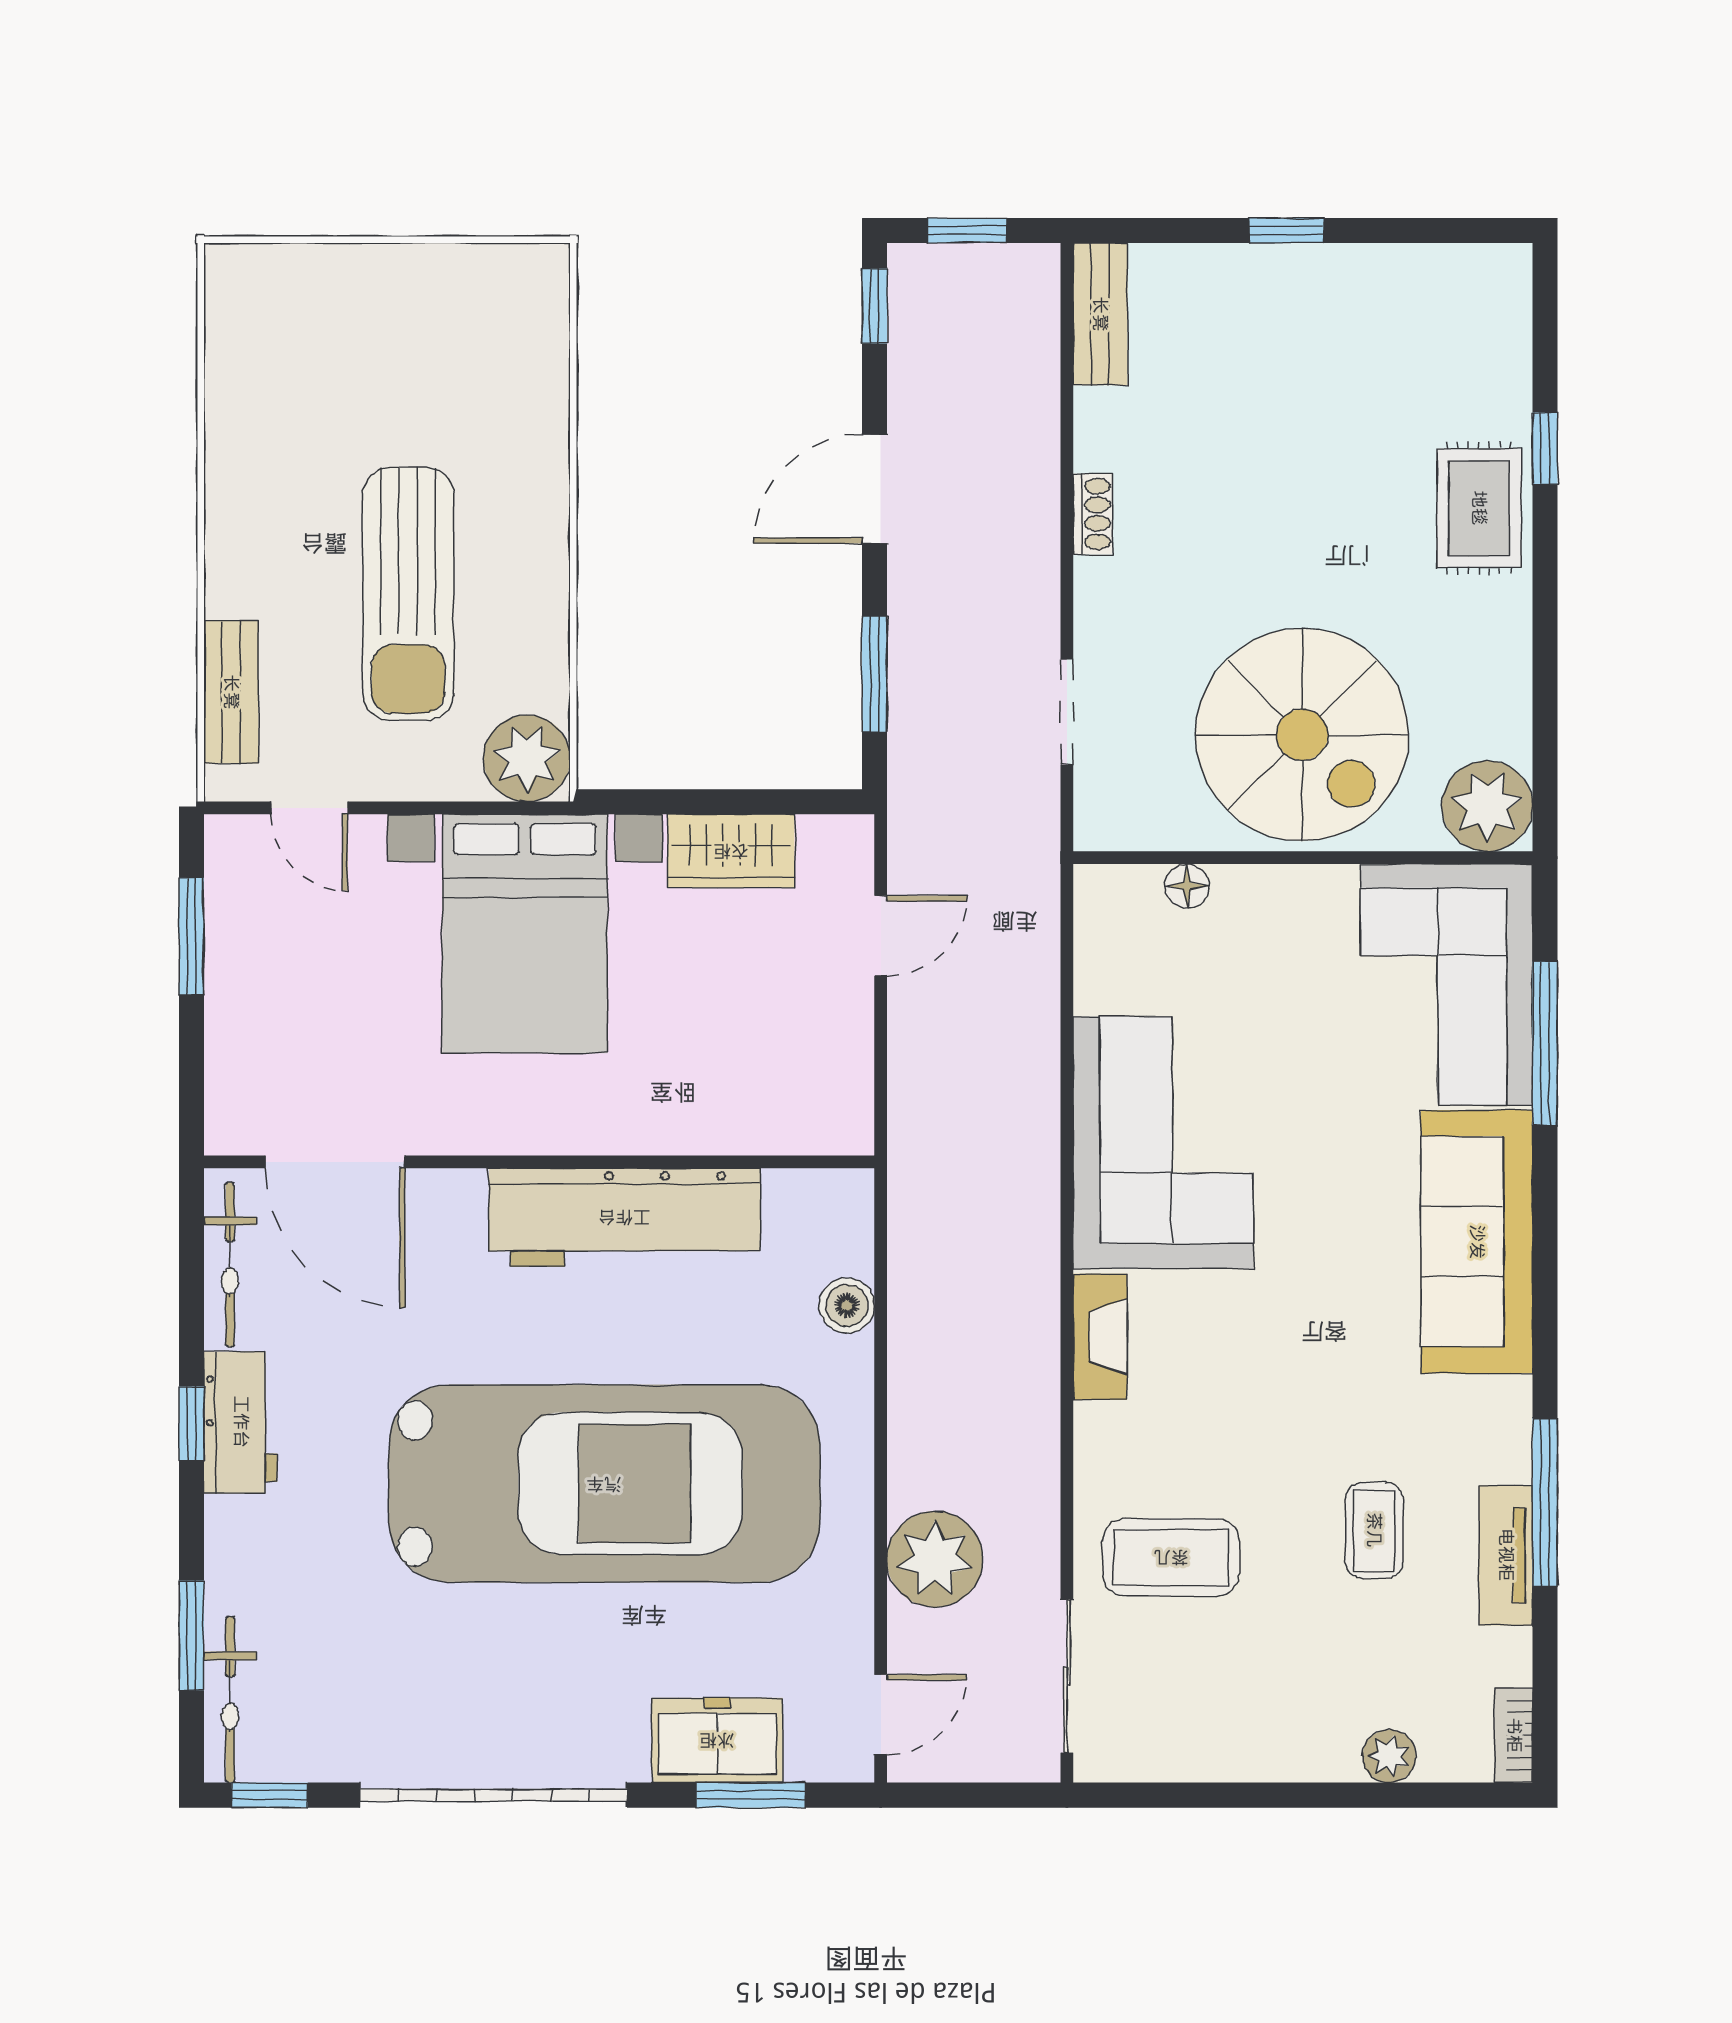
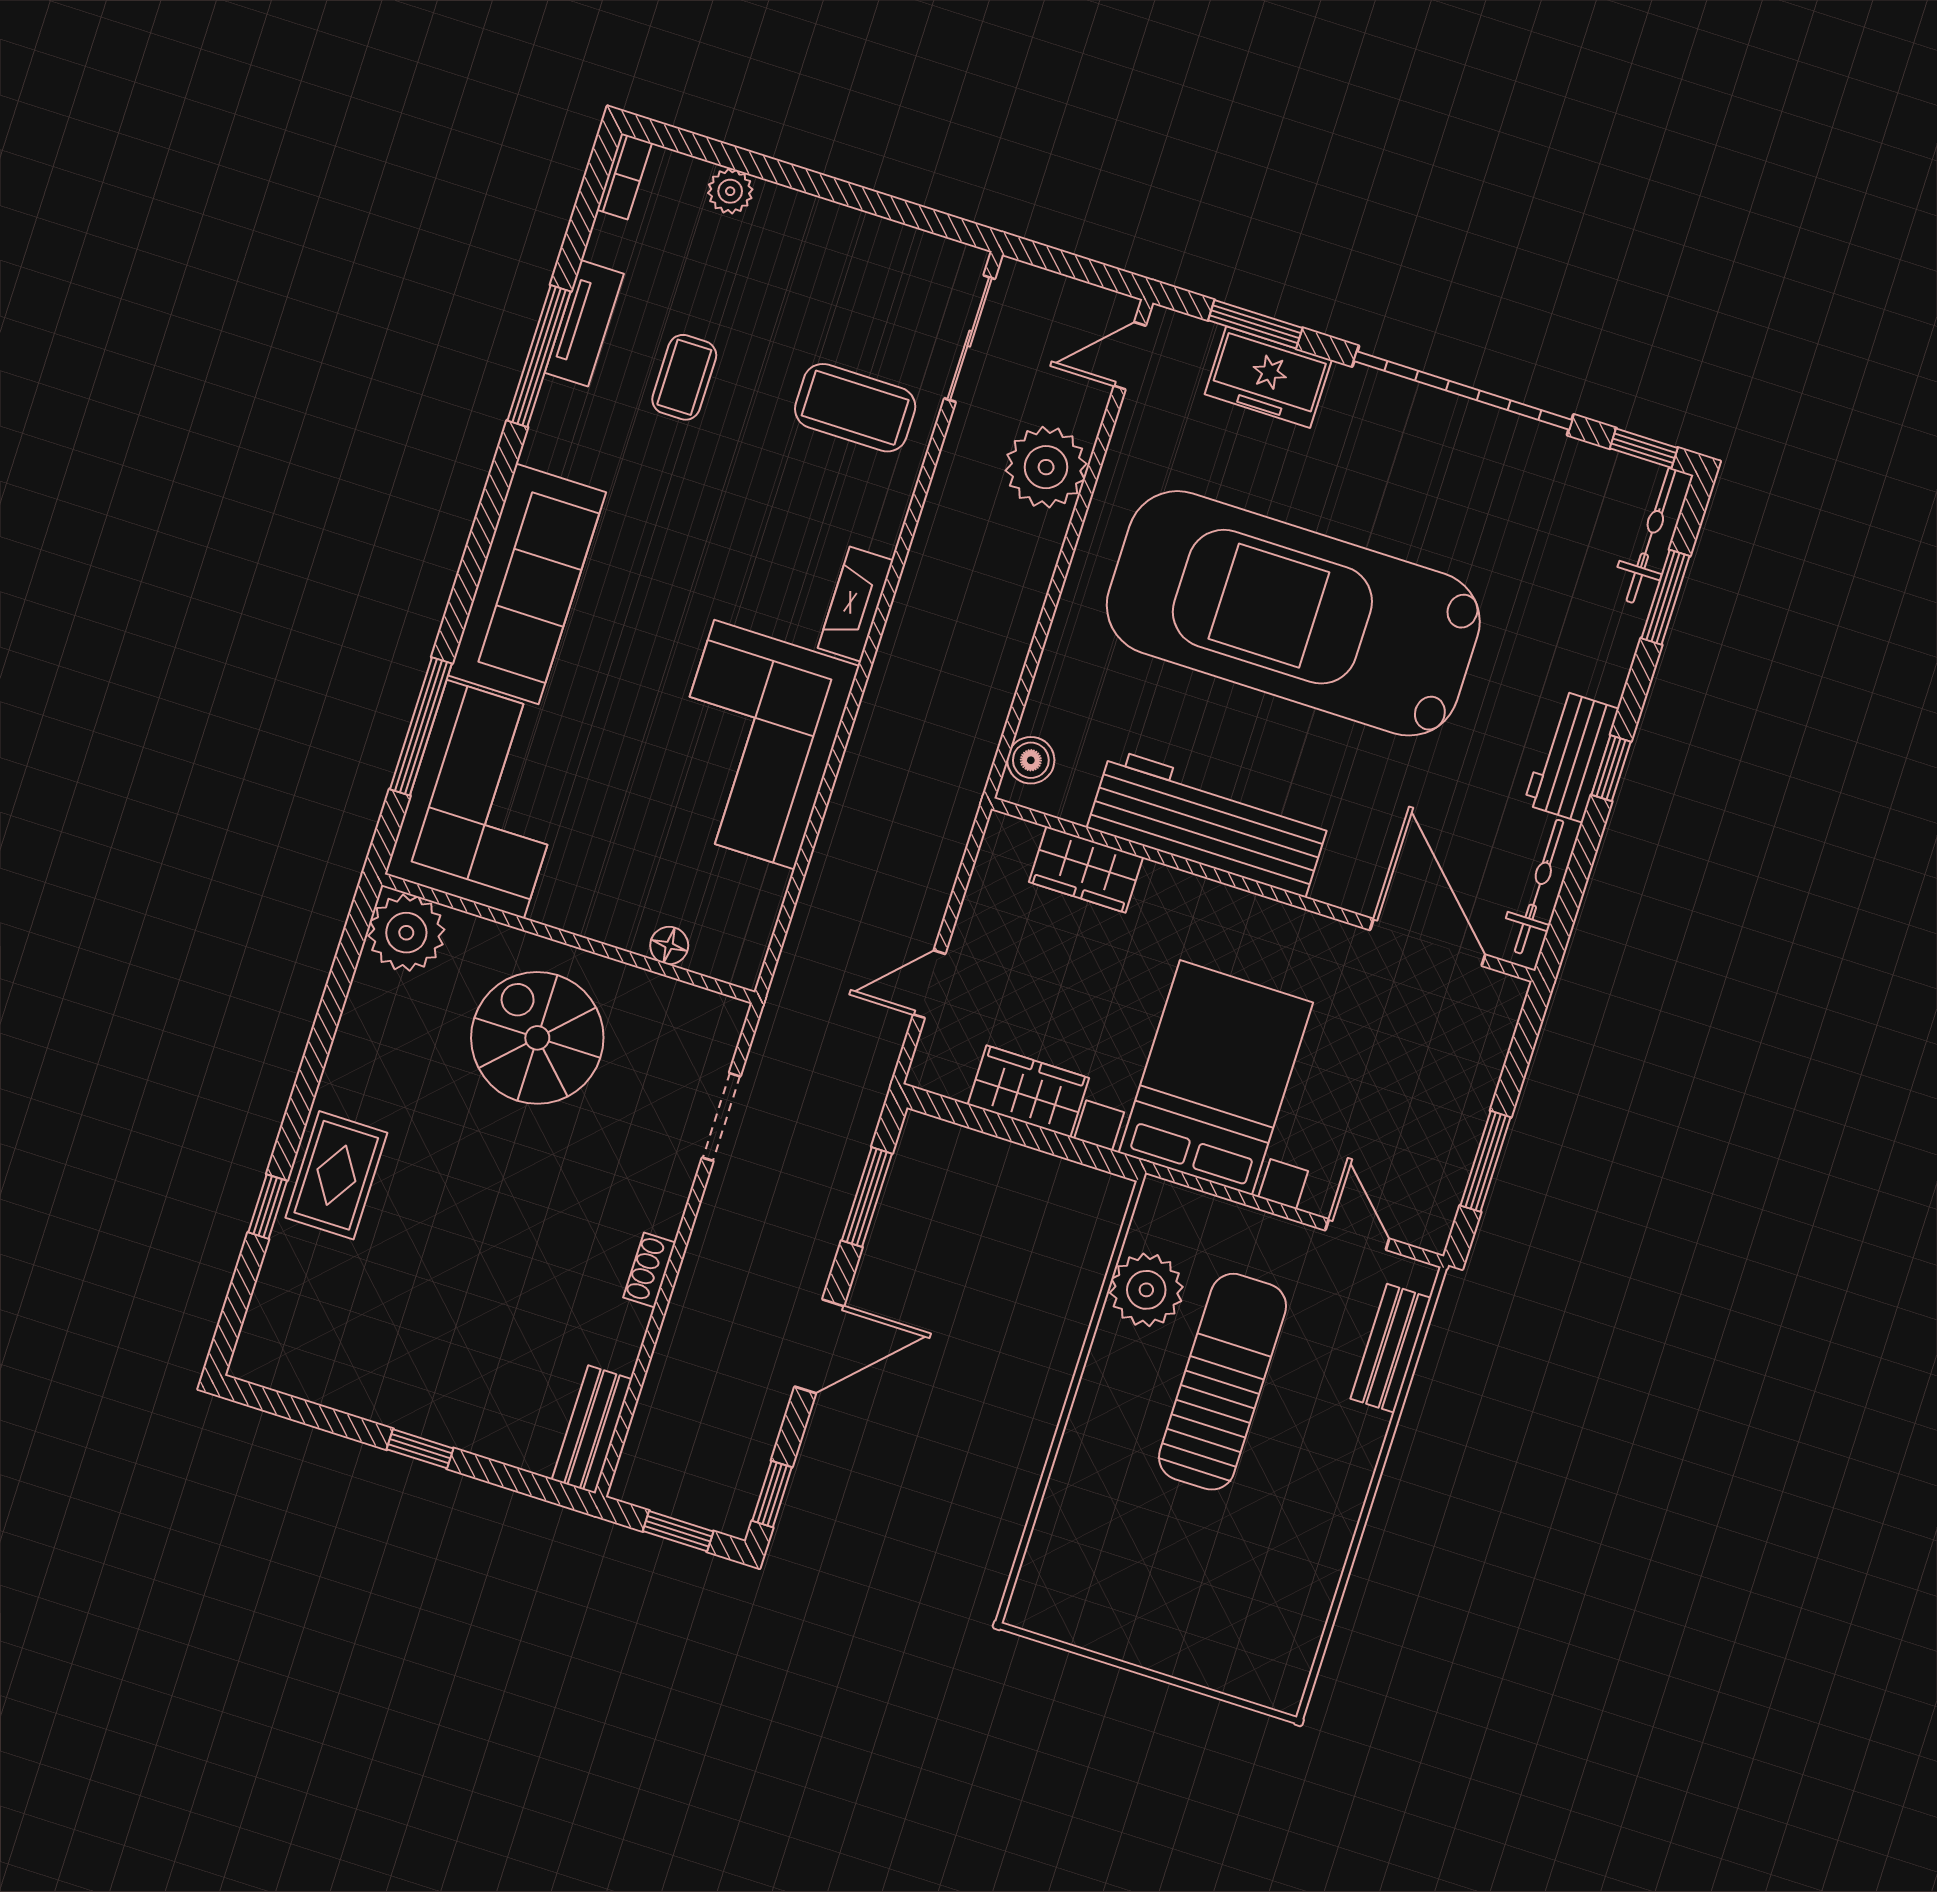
spiral stairs: (1302, 735) -> (537, 1038), width x0.73, depth x0.73
plant: (527, 758) -> (1146, 1290), moved
wardrobe: (746, 1121) -> (1086, 870), added
boiler: (847, 1305) -> (1031, 760), moved

